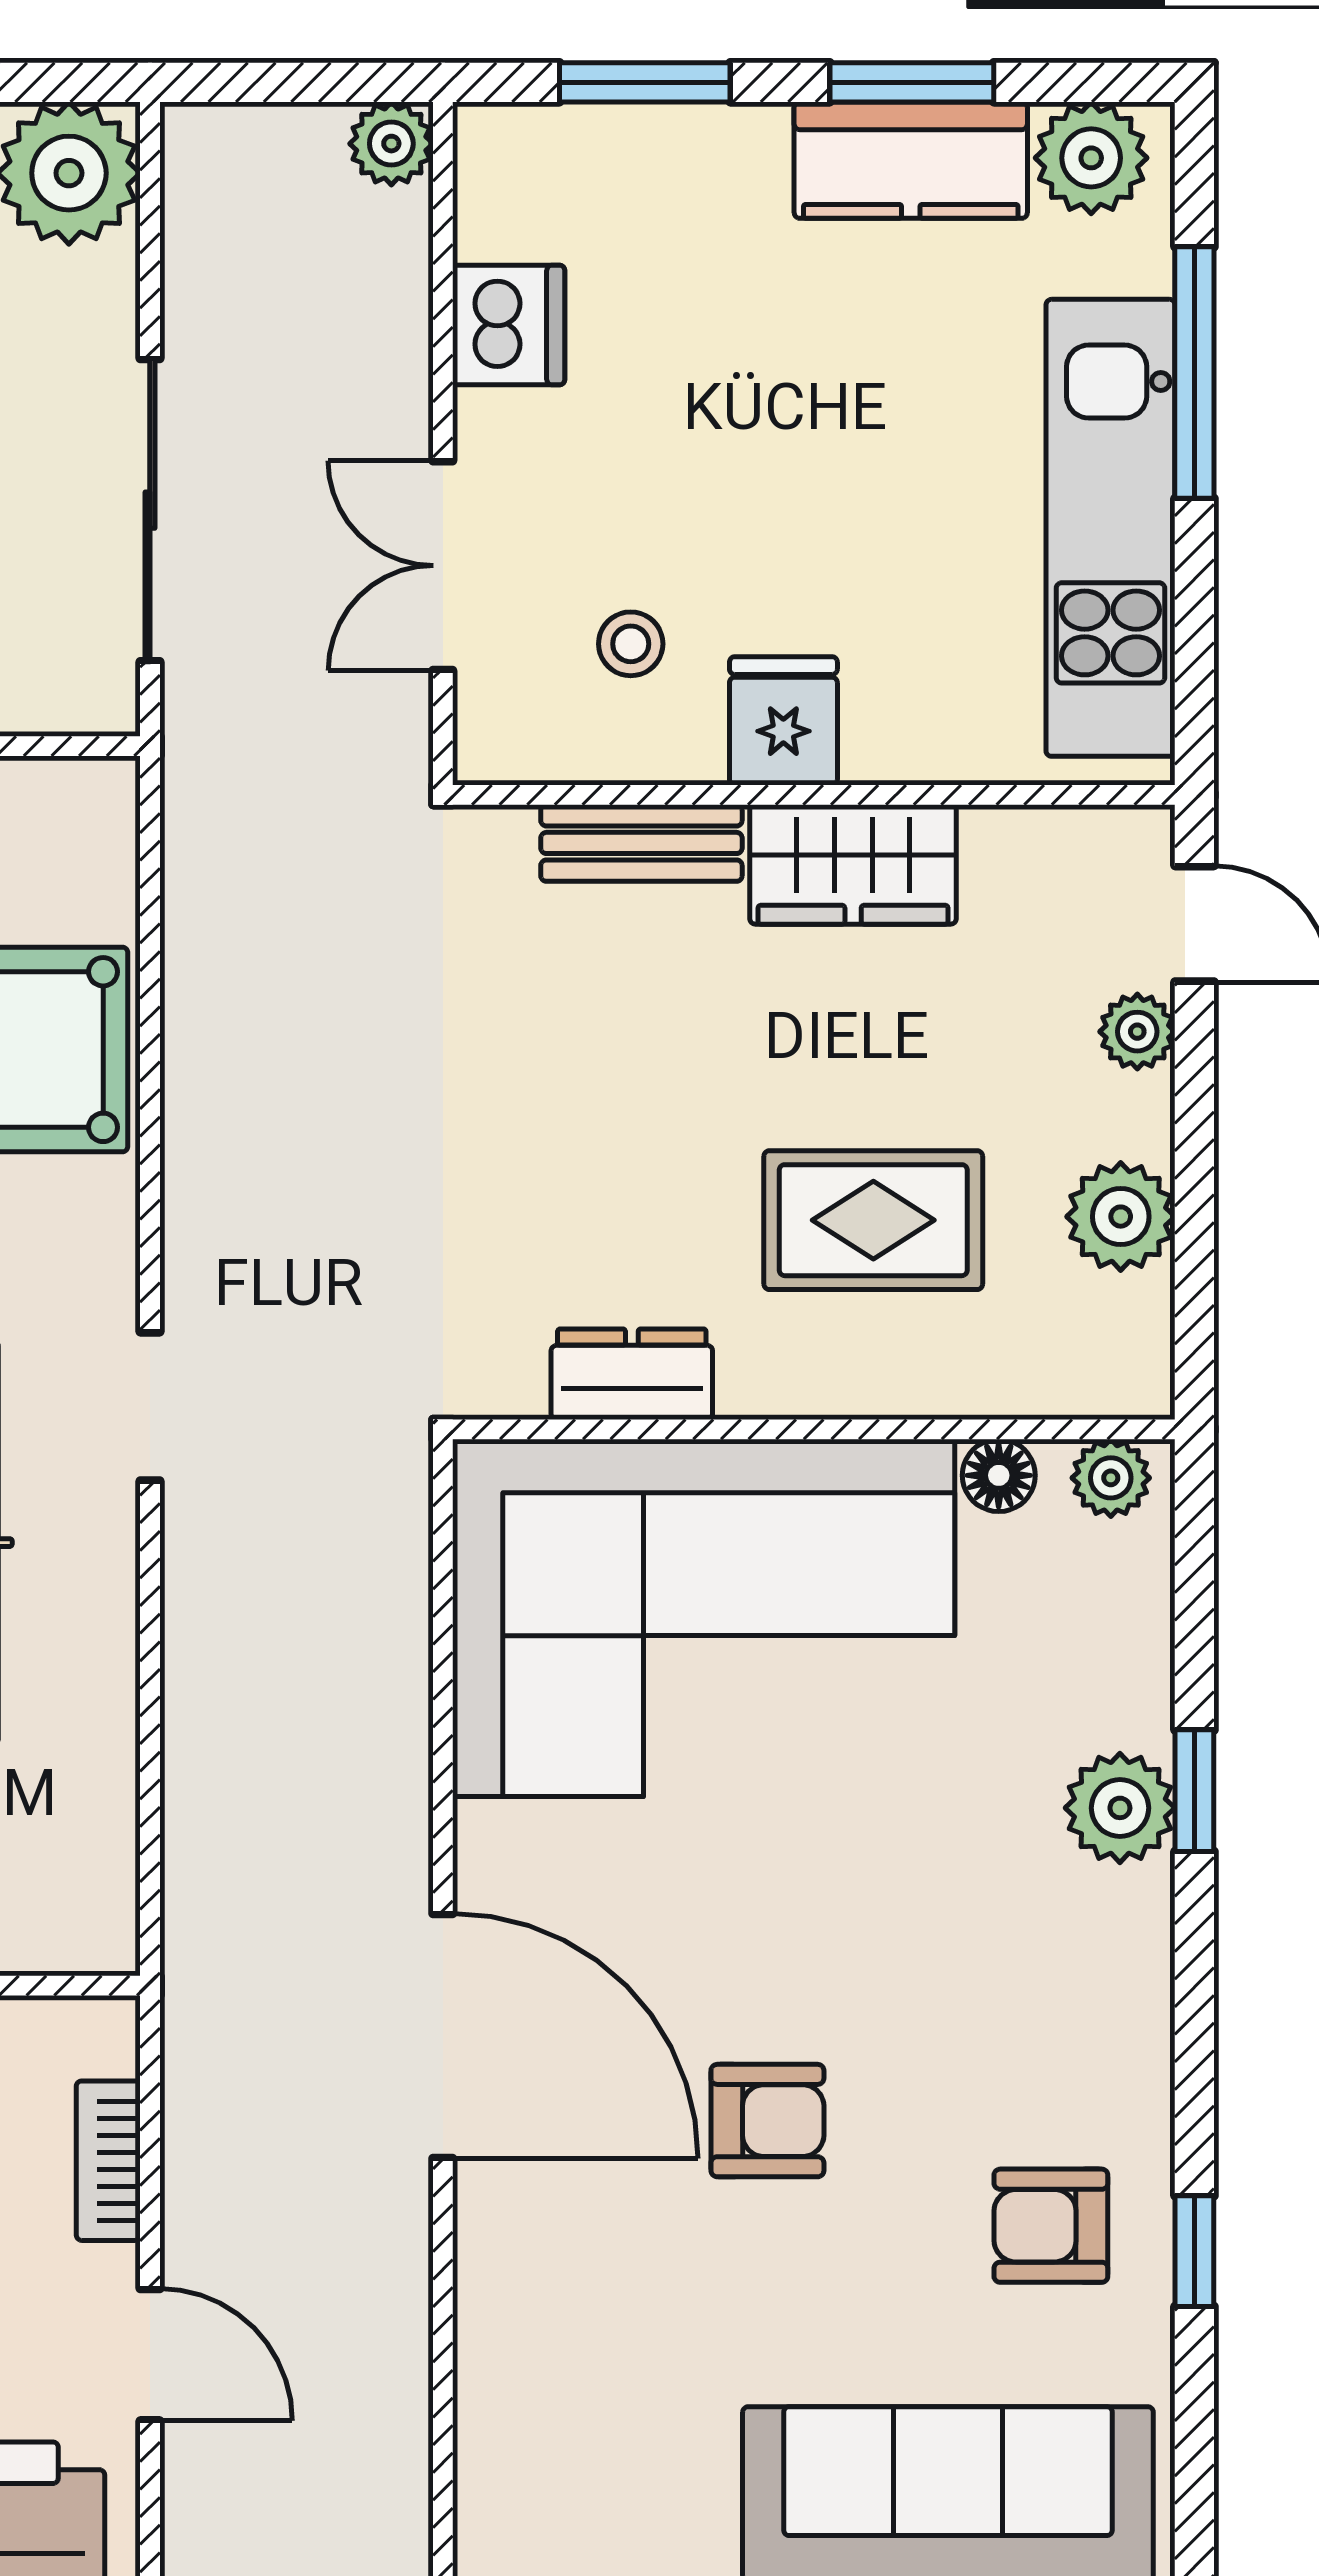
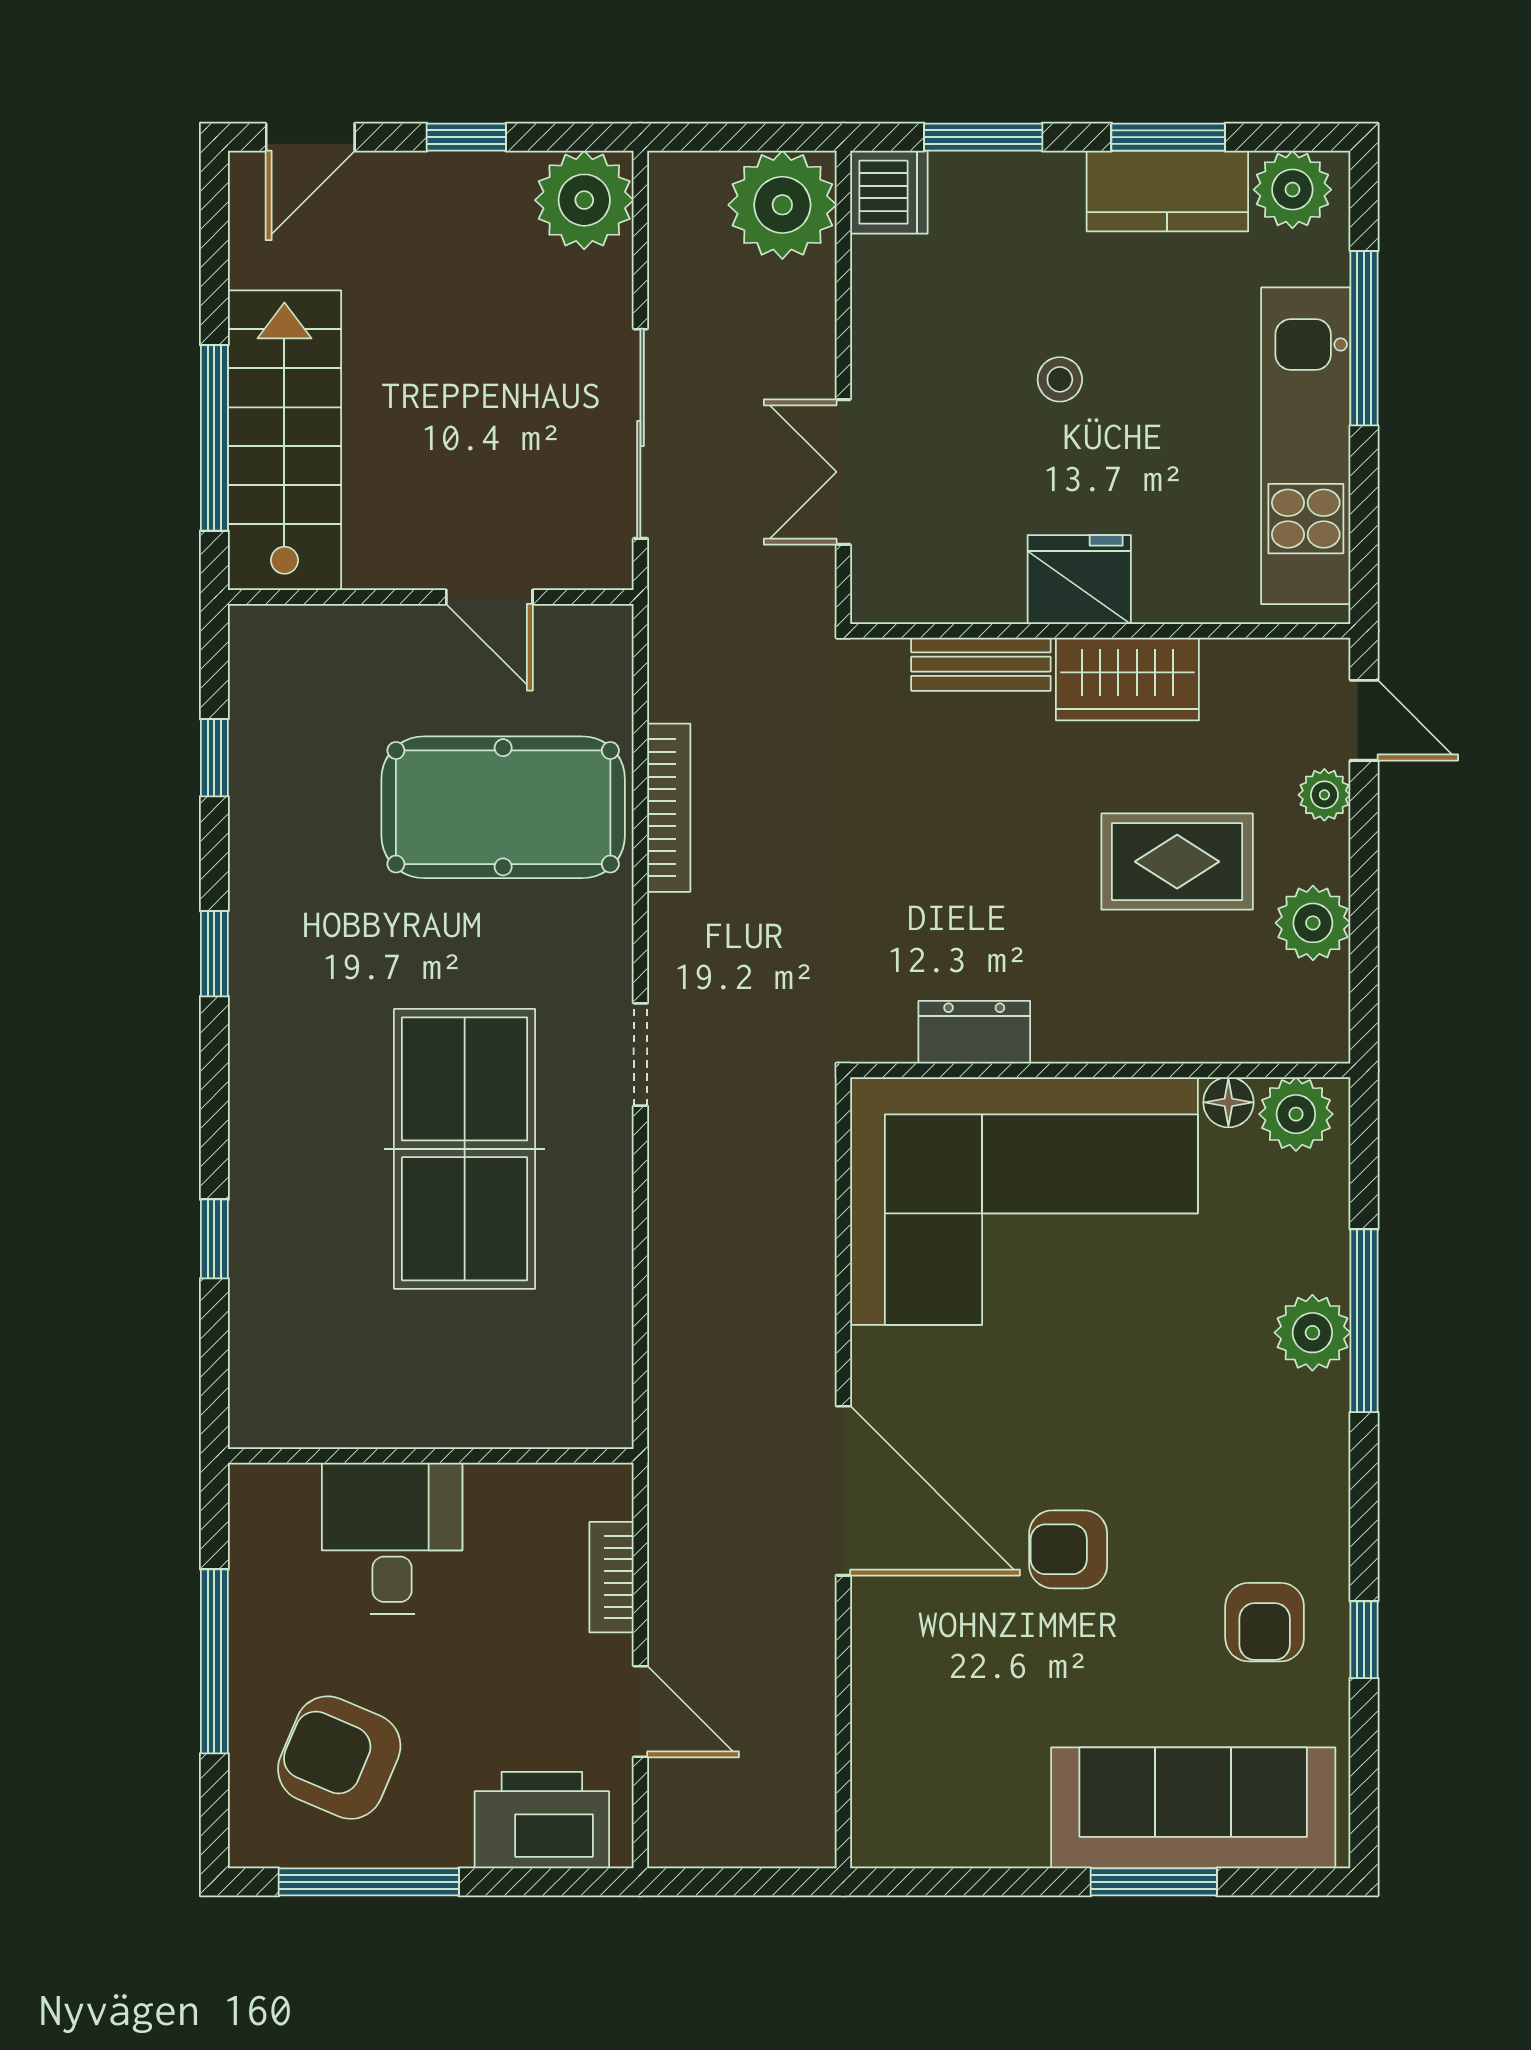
plant: (391, 144) -> (782, 205), width x1.87, depth x1.87
dishwasher: (509, 325) -> (889, 192), moved
stool: (631, 644) -> (1060, 379), moved
fridge: (783, 721) -> (1079, 580), width x1.38
bookcase: (191, 1050) -> (669, 808), added
rug: (873, 1220) -> (1177, 862), moved
plant: (1111, 1478) -> (1296, 1114), width x1.38, depth x1.38
window: (1194, 1791) -> (1364, 1321), width x2.17
armchair: (767, 2121) -> (1068, 1549), turned 180
armchair: (1051, 2226) -> (1265, 1622), turned -90

